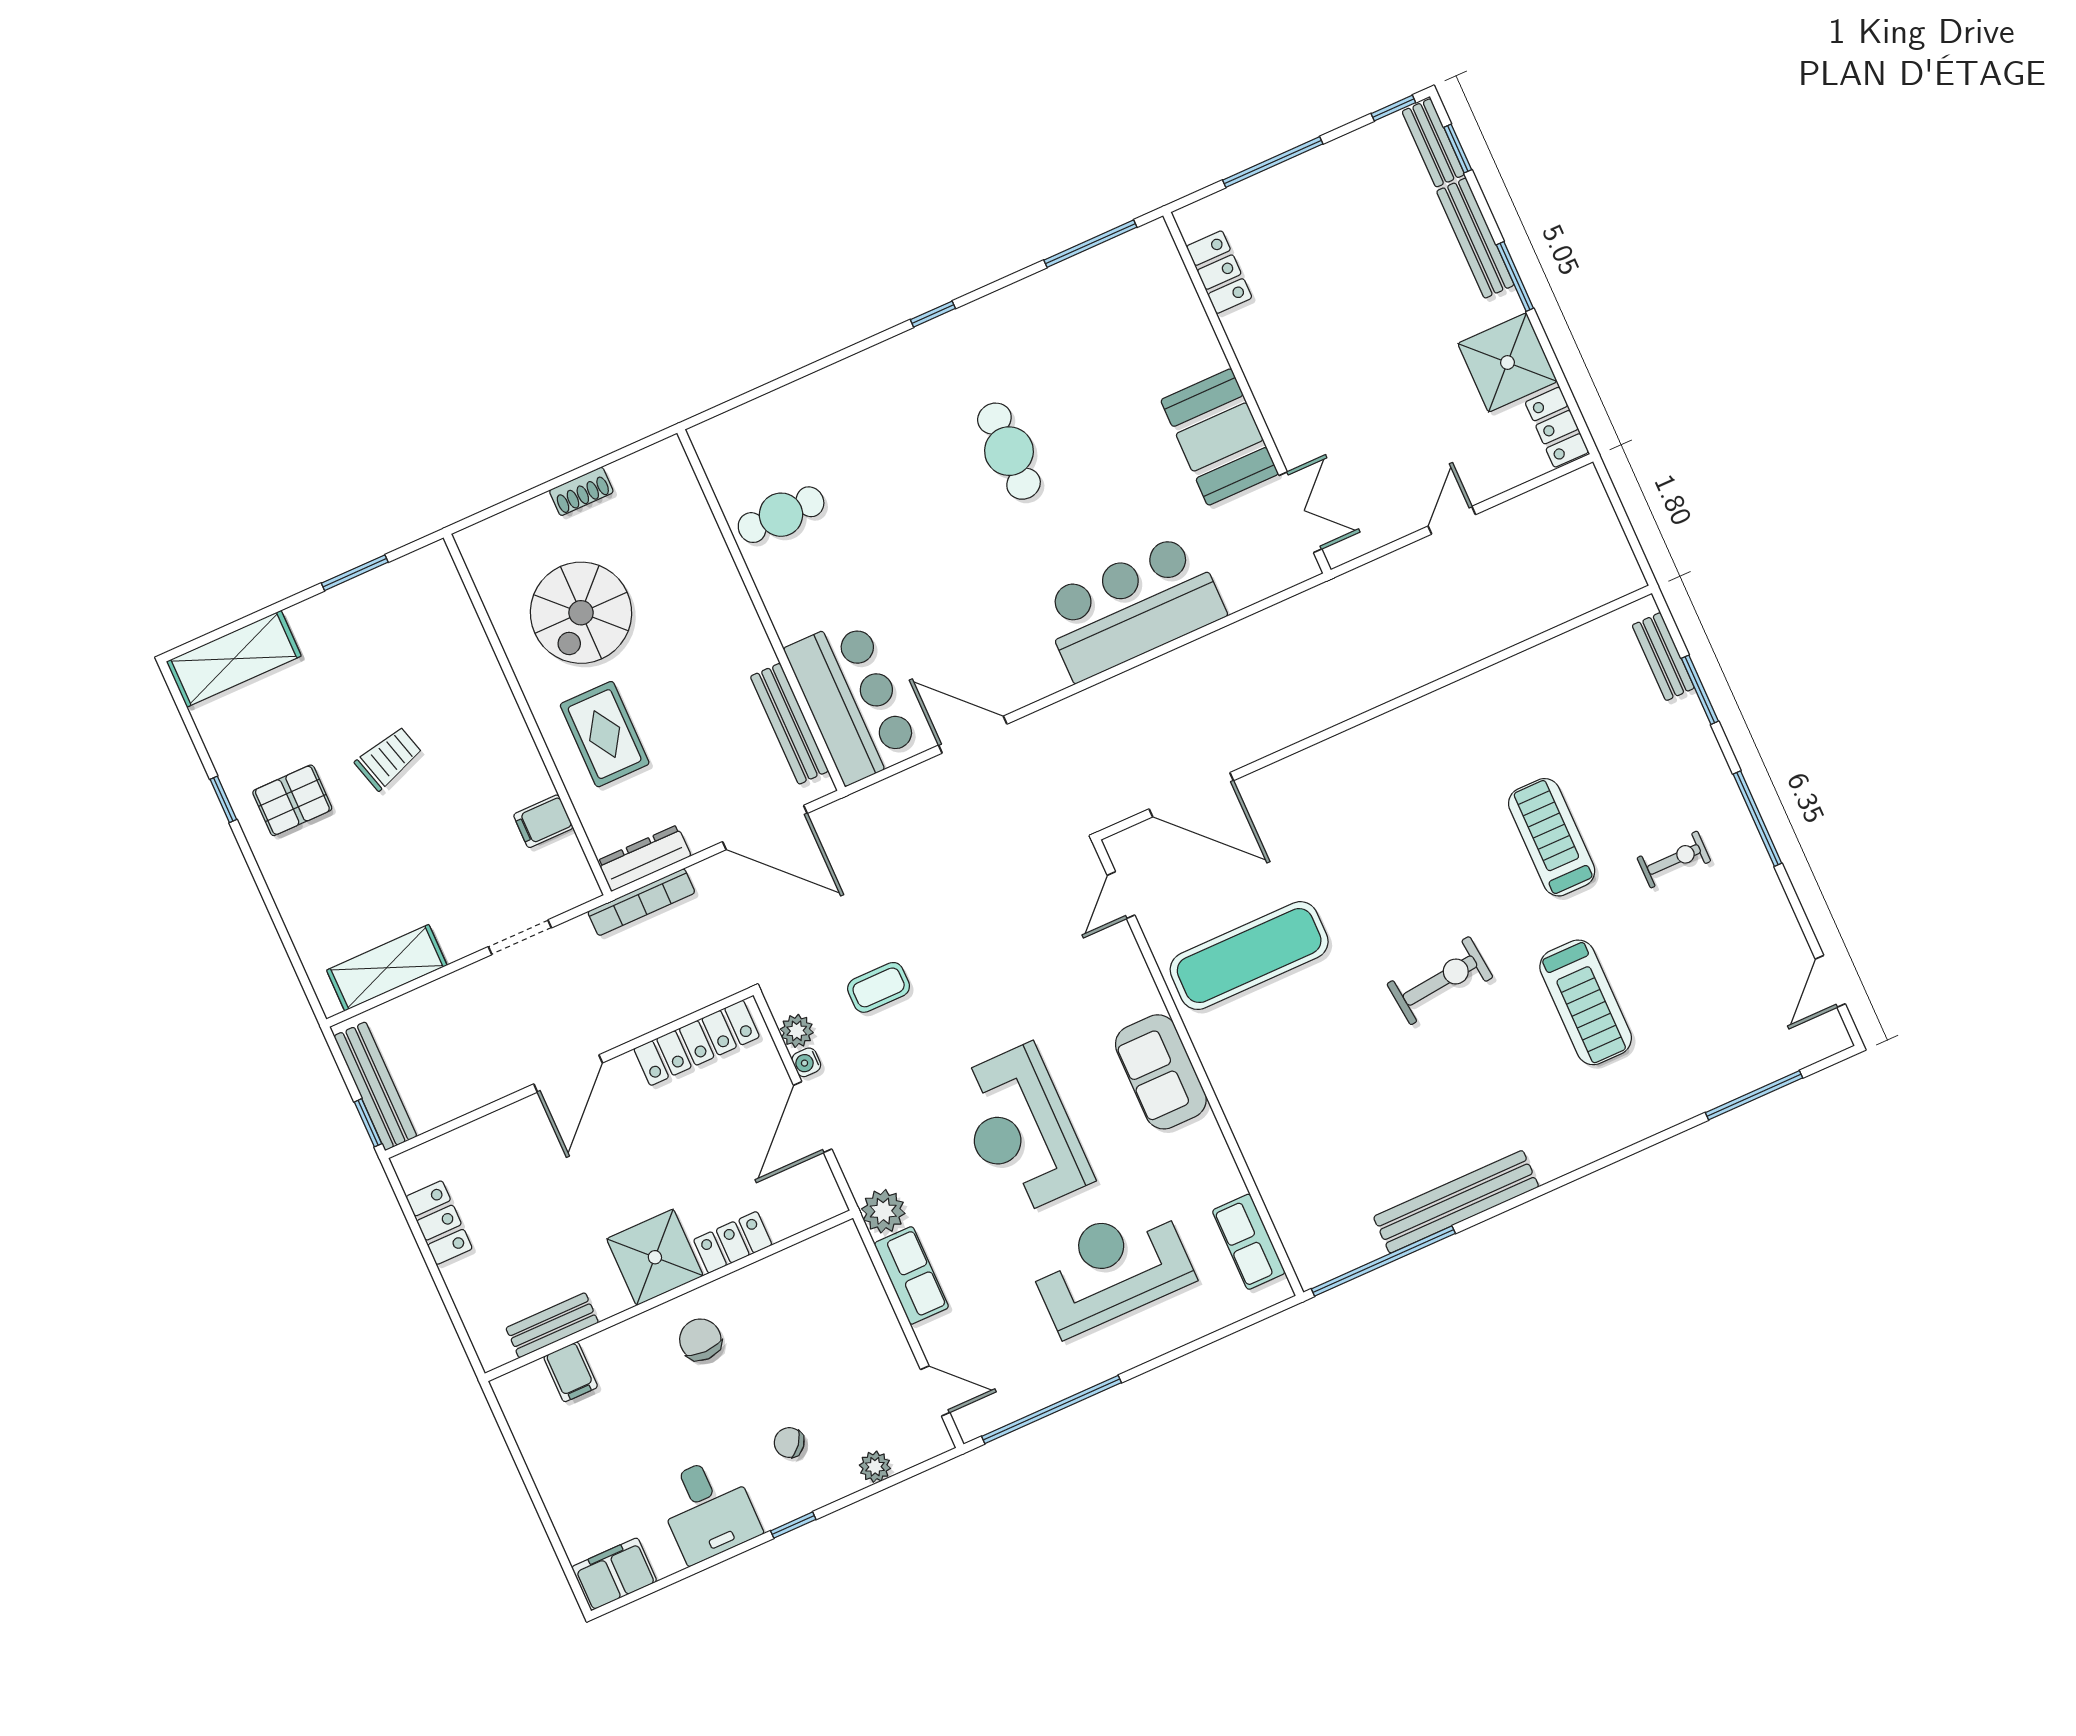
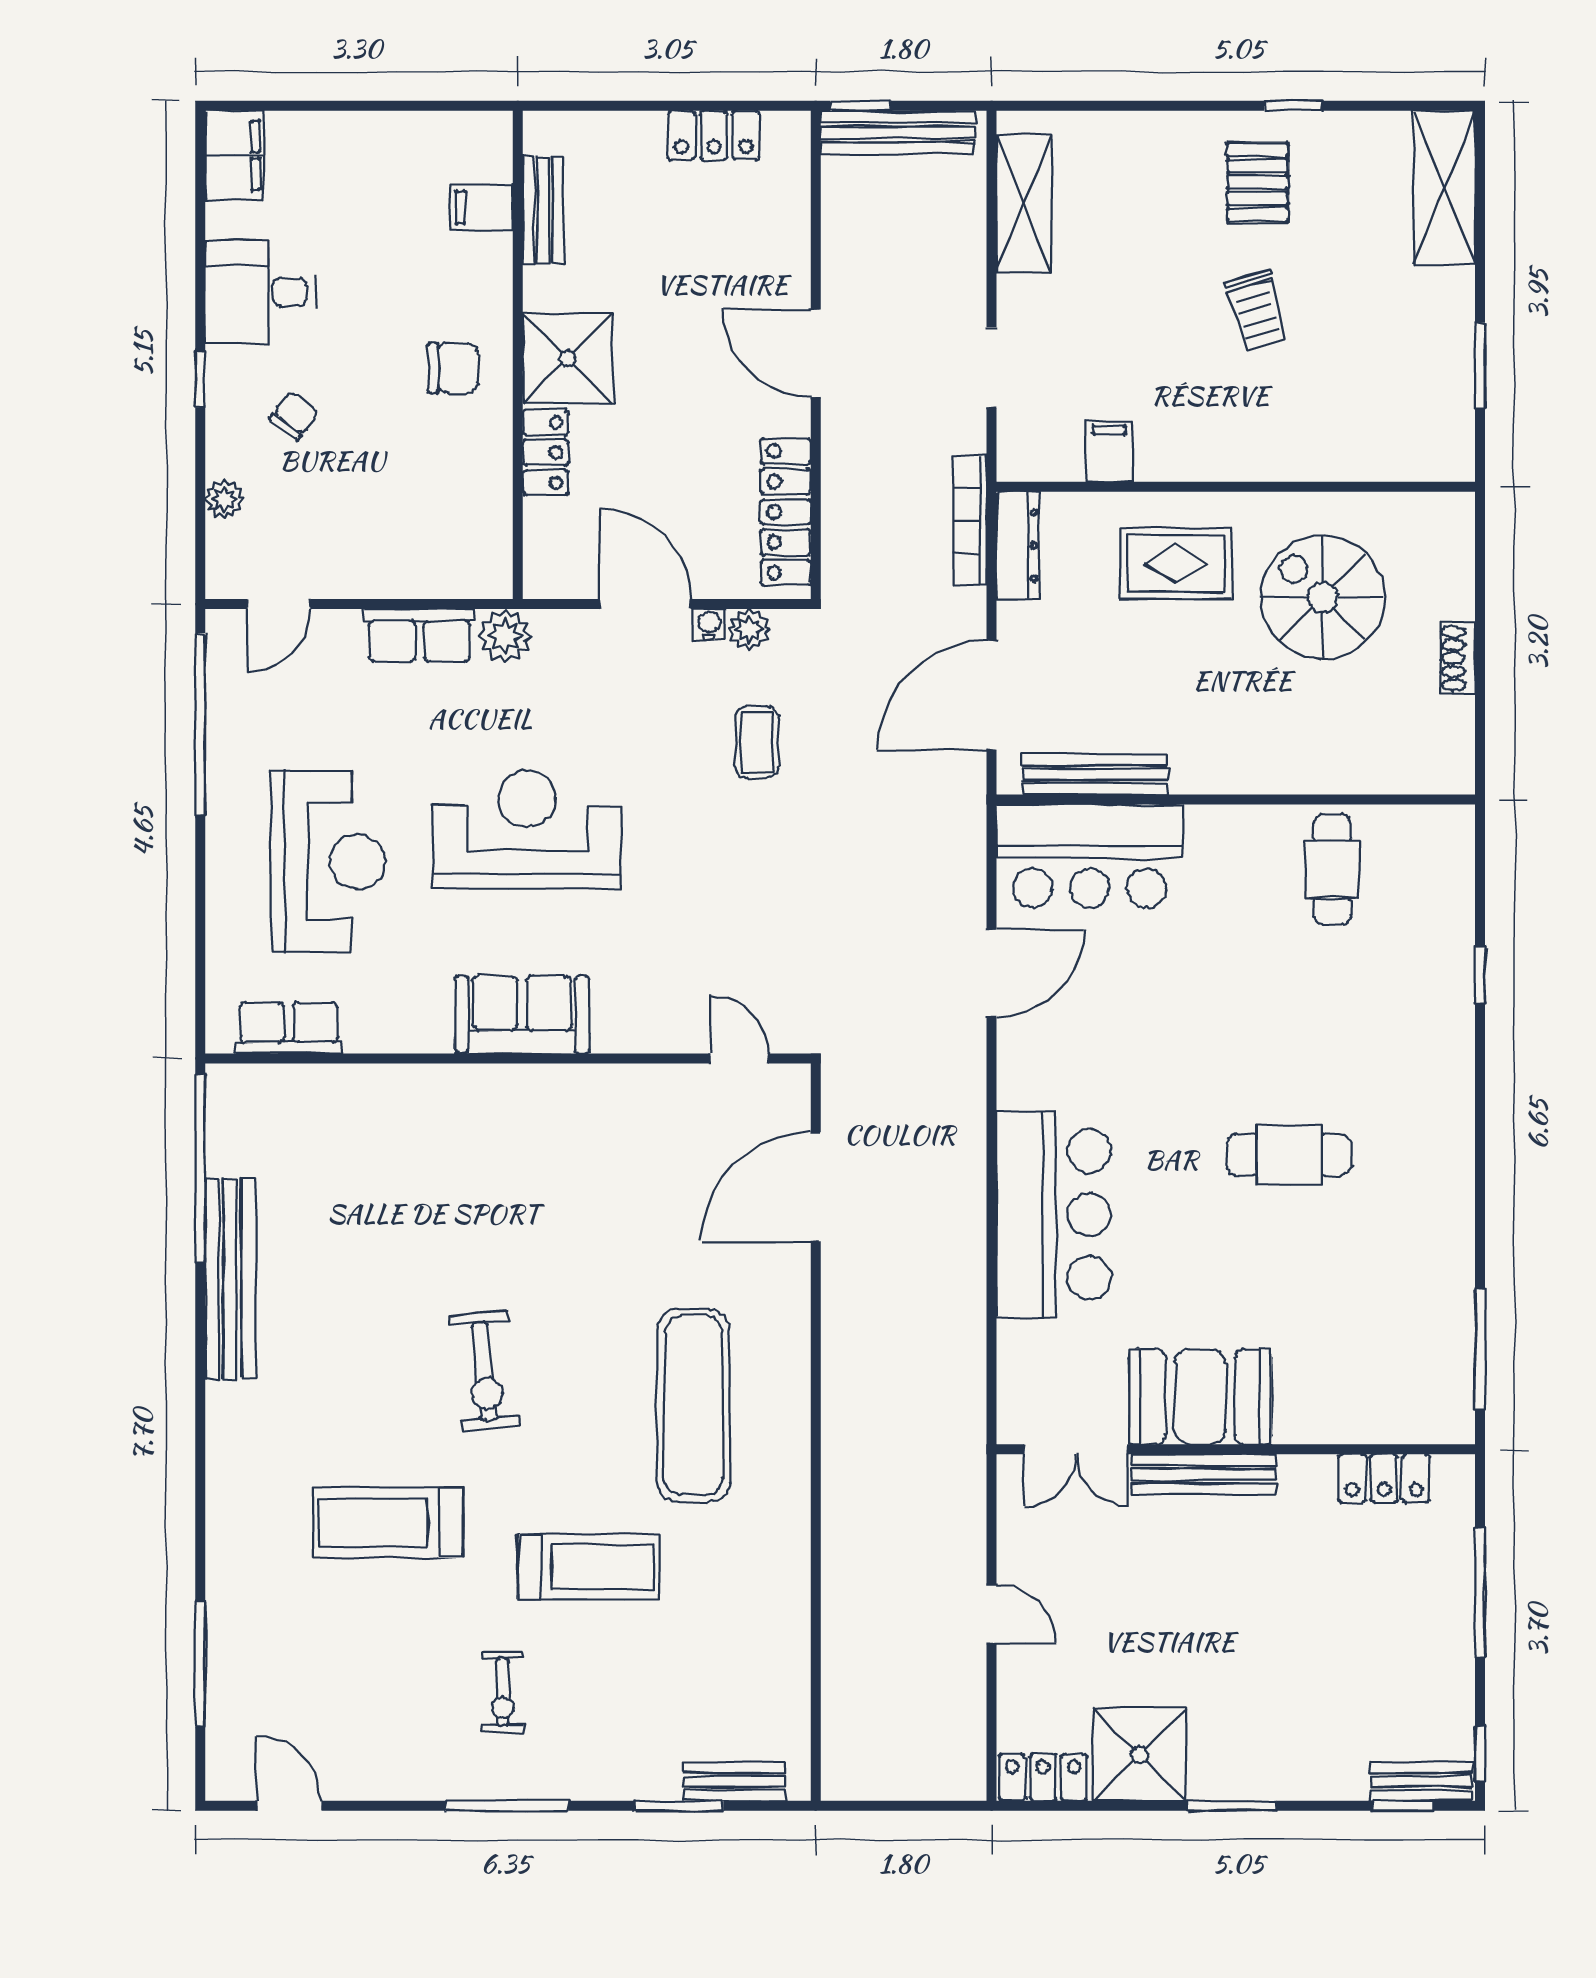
bench: (1475, 238) -> (1204, 1474), moved
window: (933, 314) -> (1480, 976), moved
exercise mat: (1249, 956) -> (694, 1405), moved

